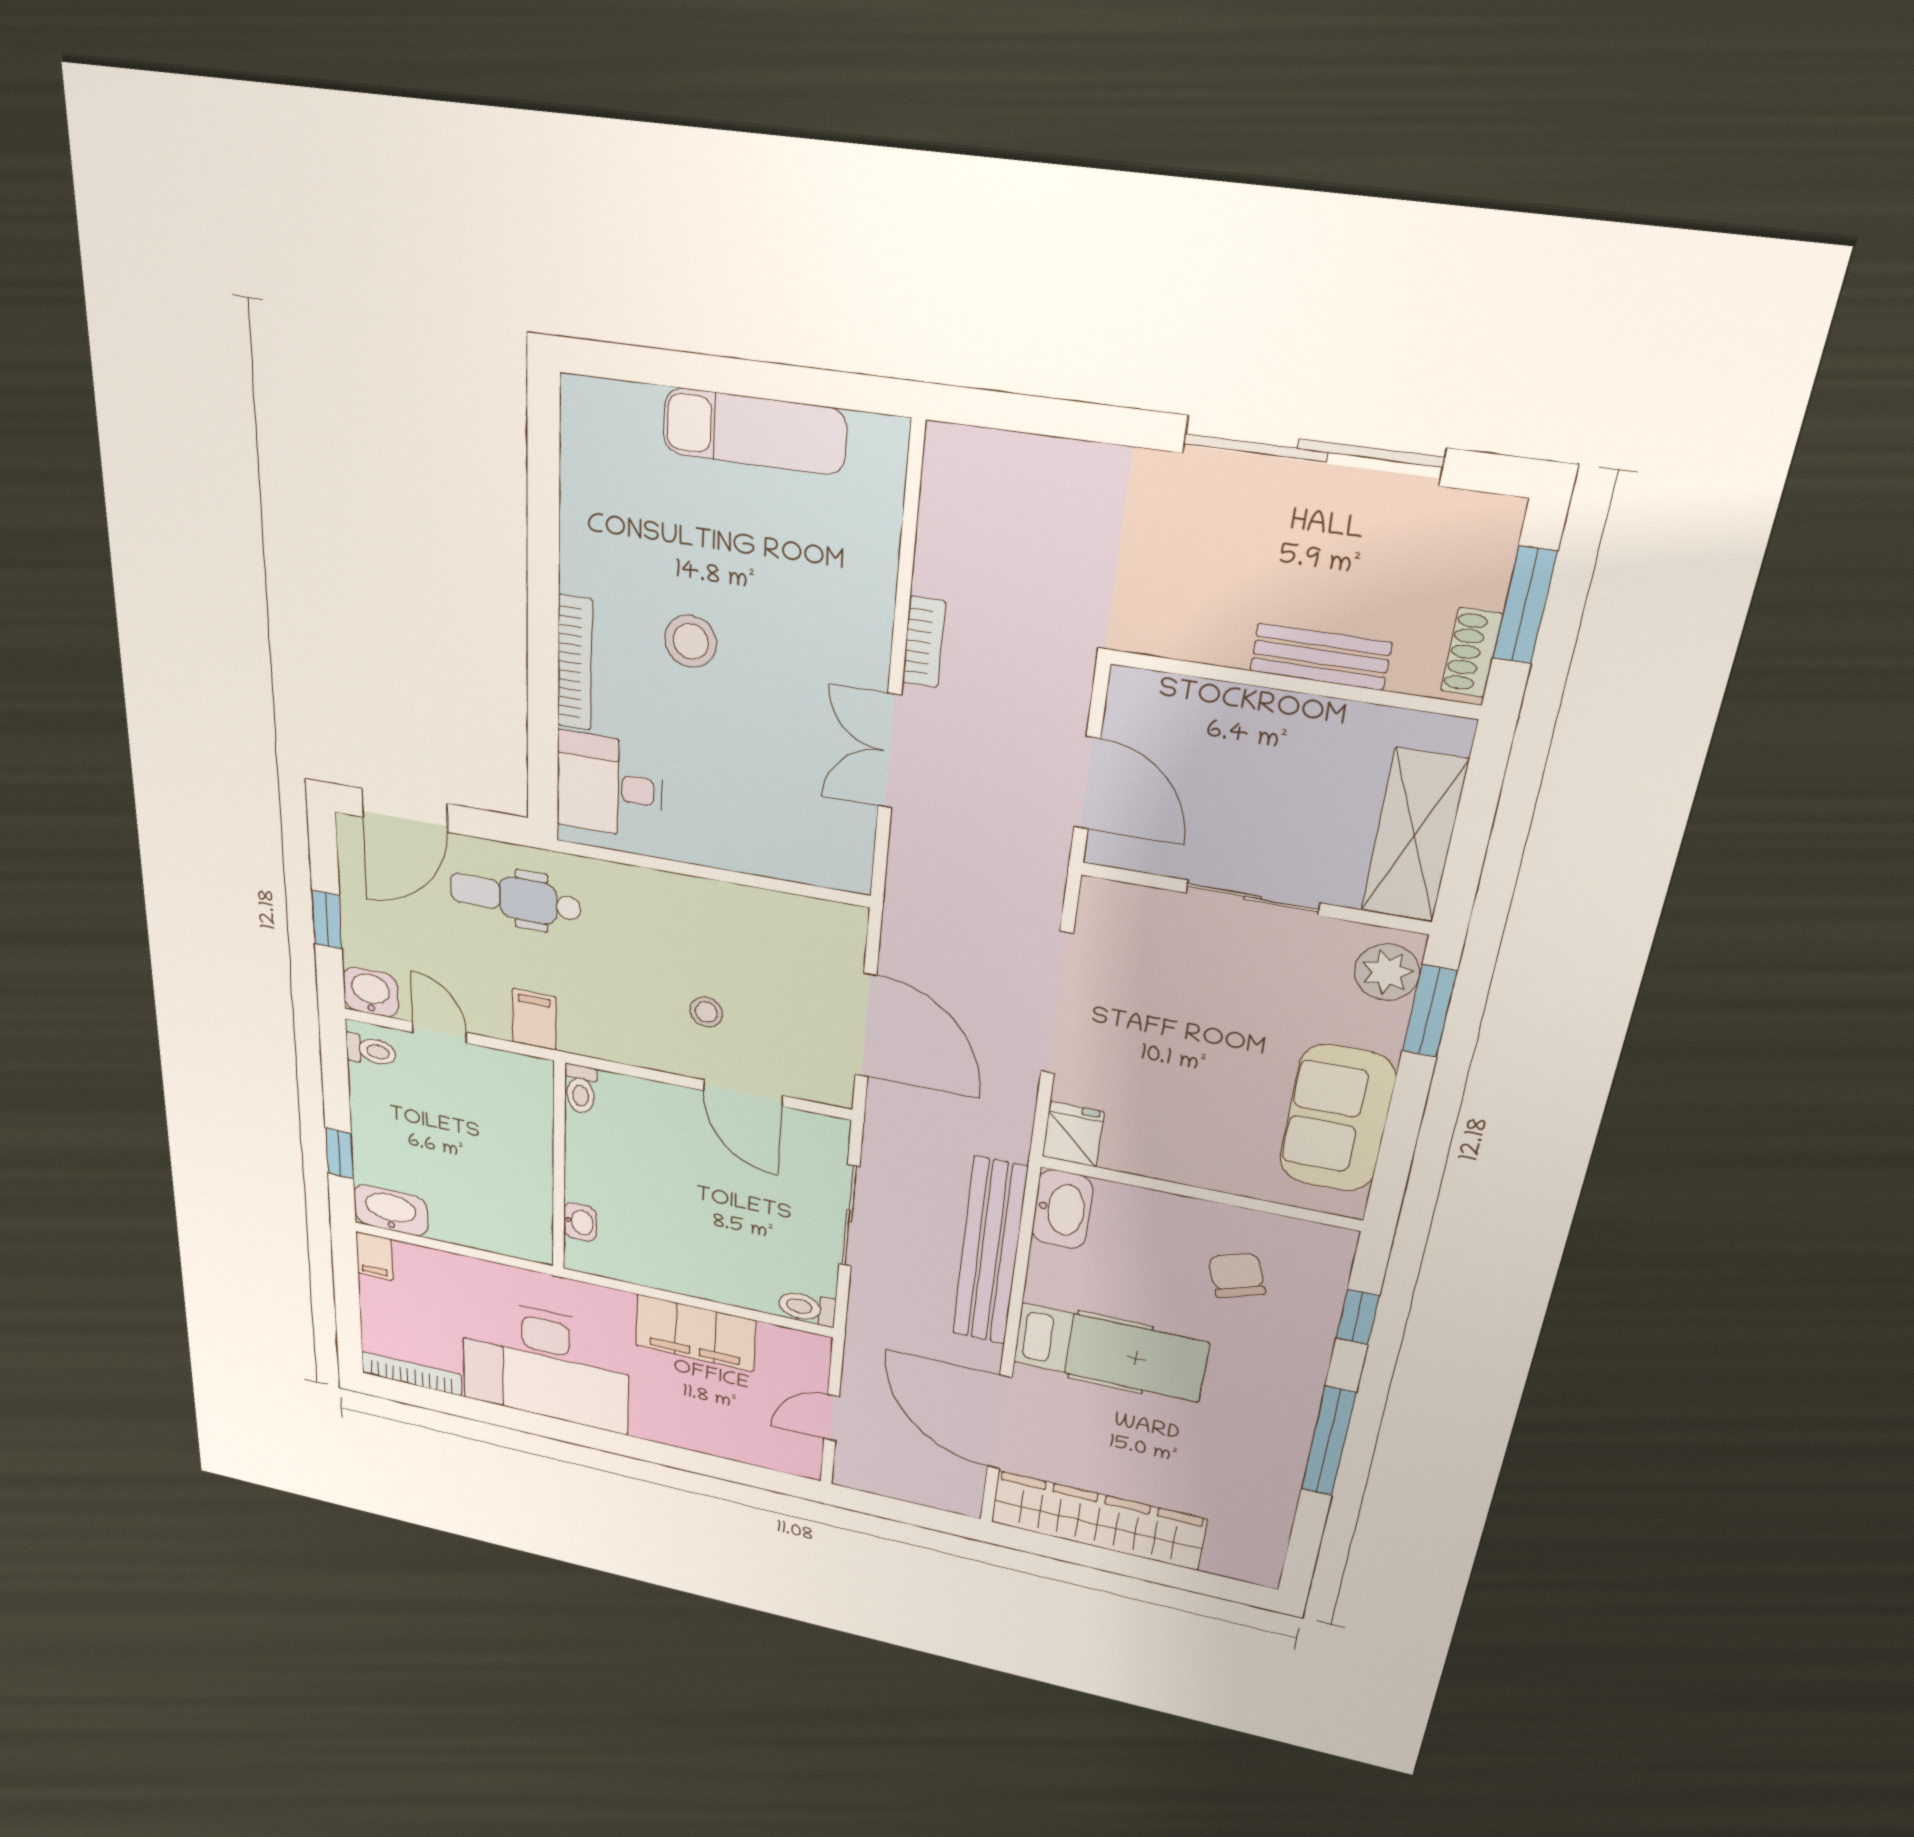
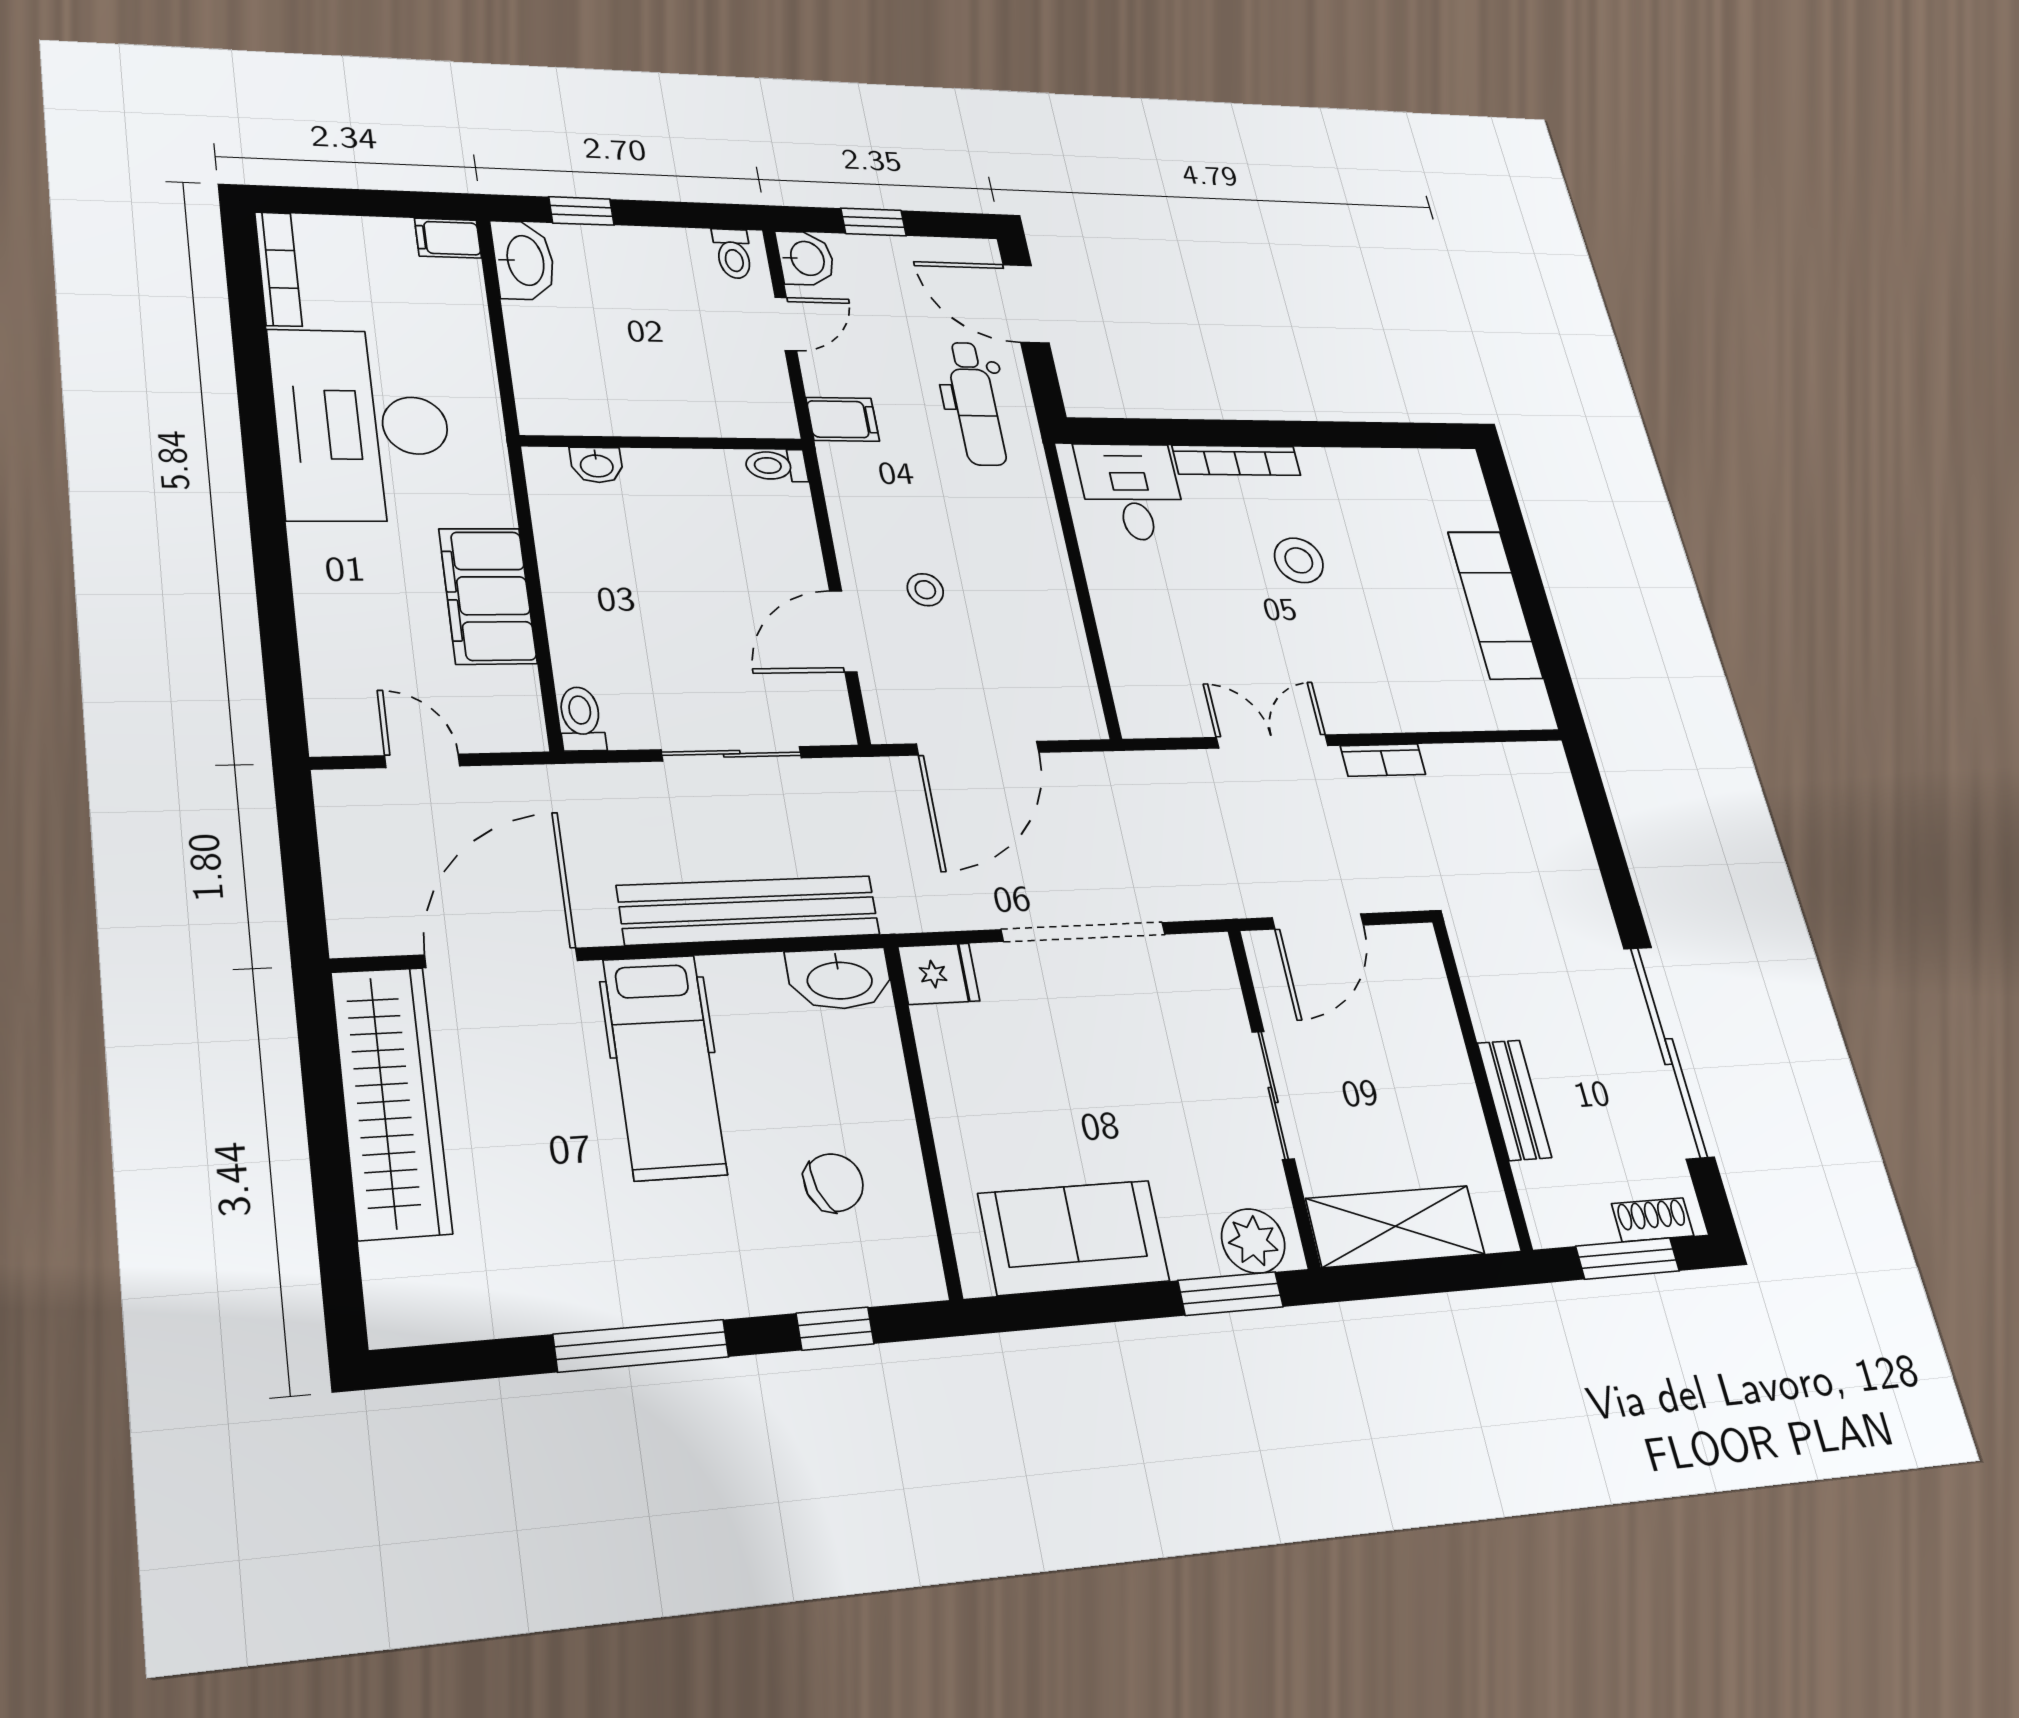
shoe rack: (1471, 652) -> (1653, 1220), moved
dental chair: (515, 898) -> (976, 403), turned 180

